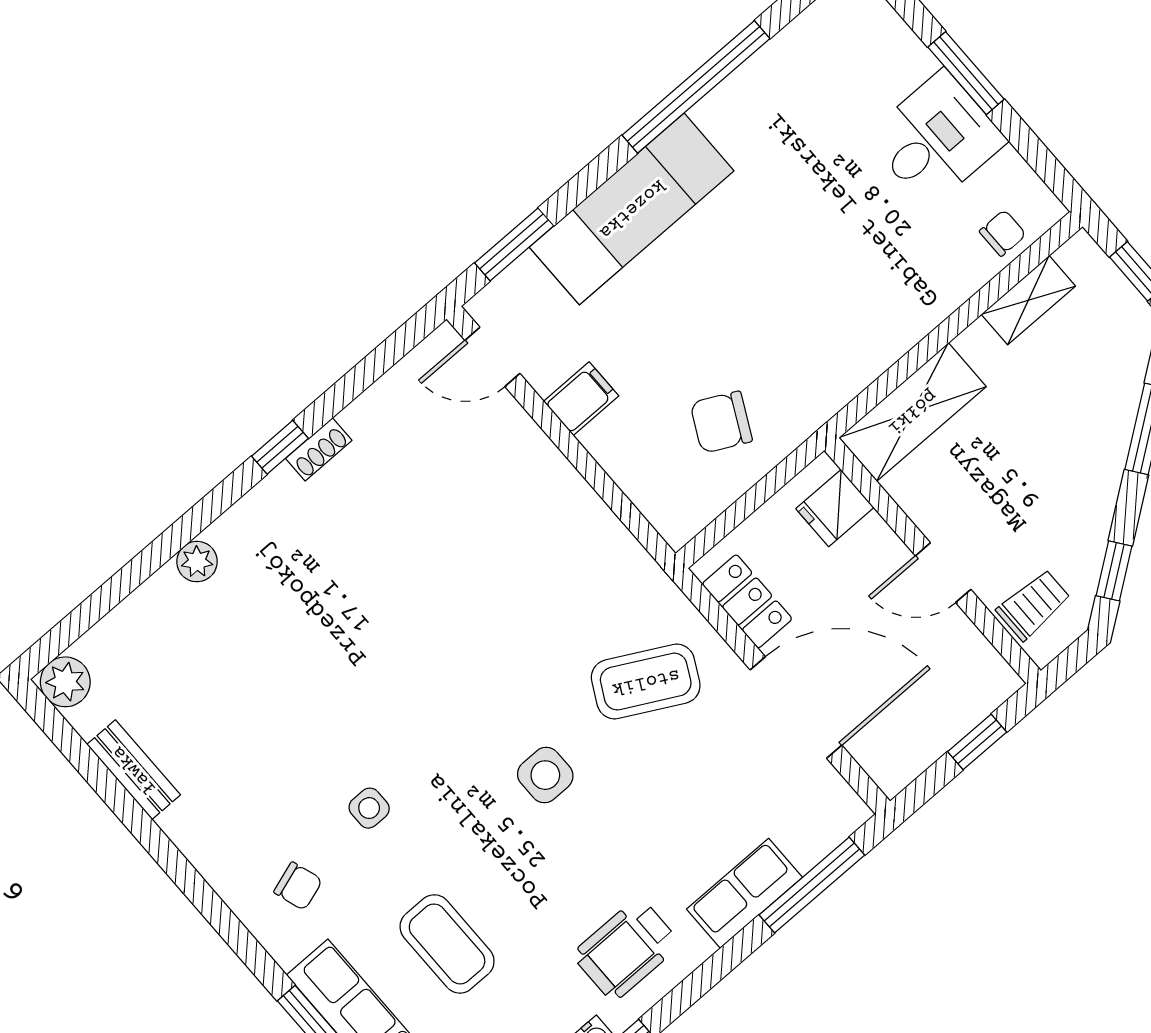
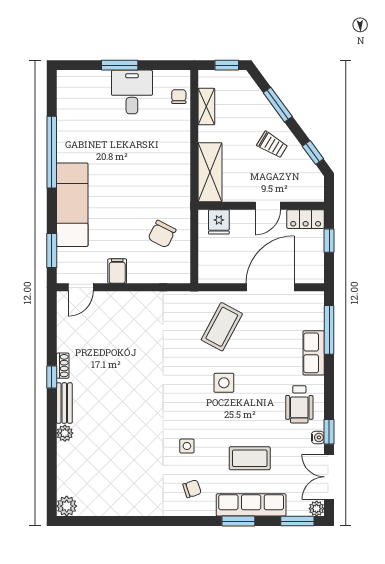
locker: (747, 601) -> (306, 219), moved, turned 180
trolley: (1034, 605) -> (272, 145), moved, turned 121
bench: (134, 770) -> (64, 403), moved, turned 90

